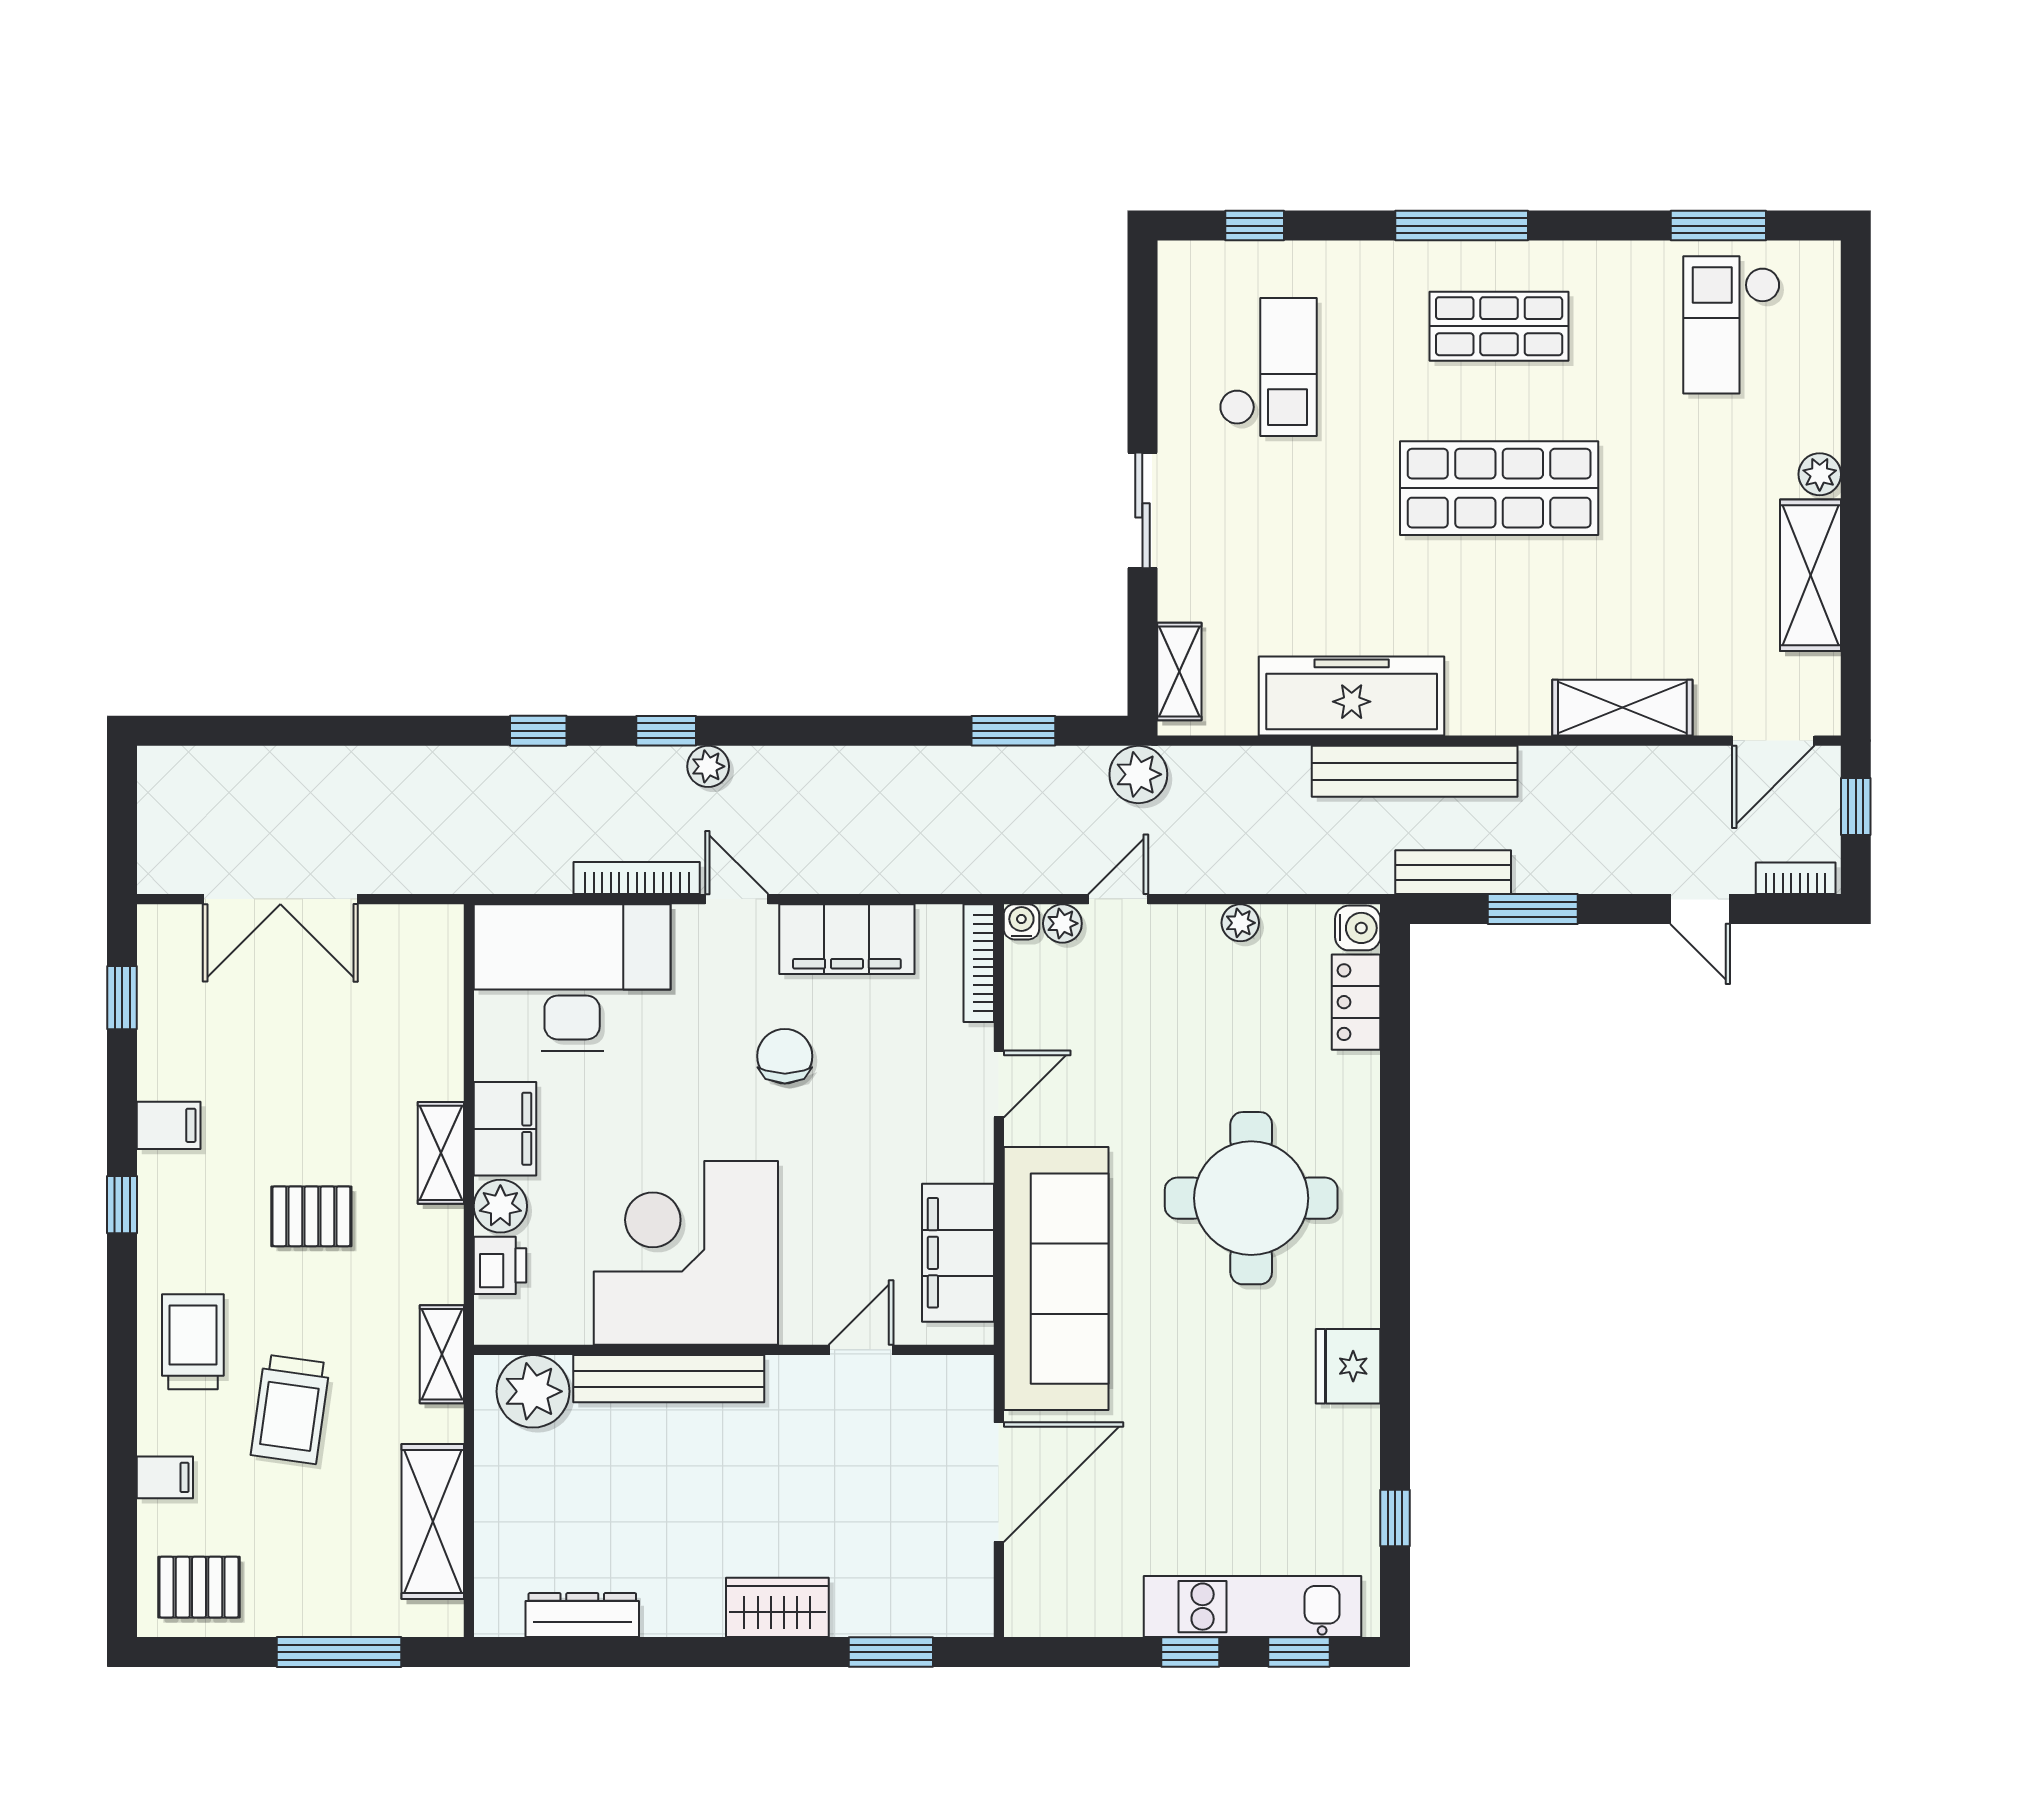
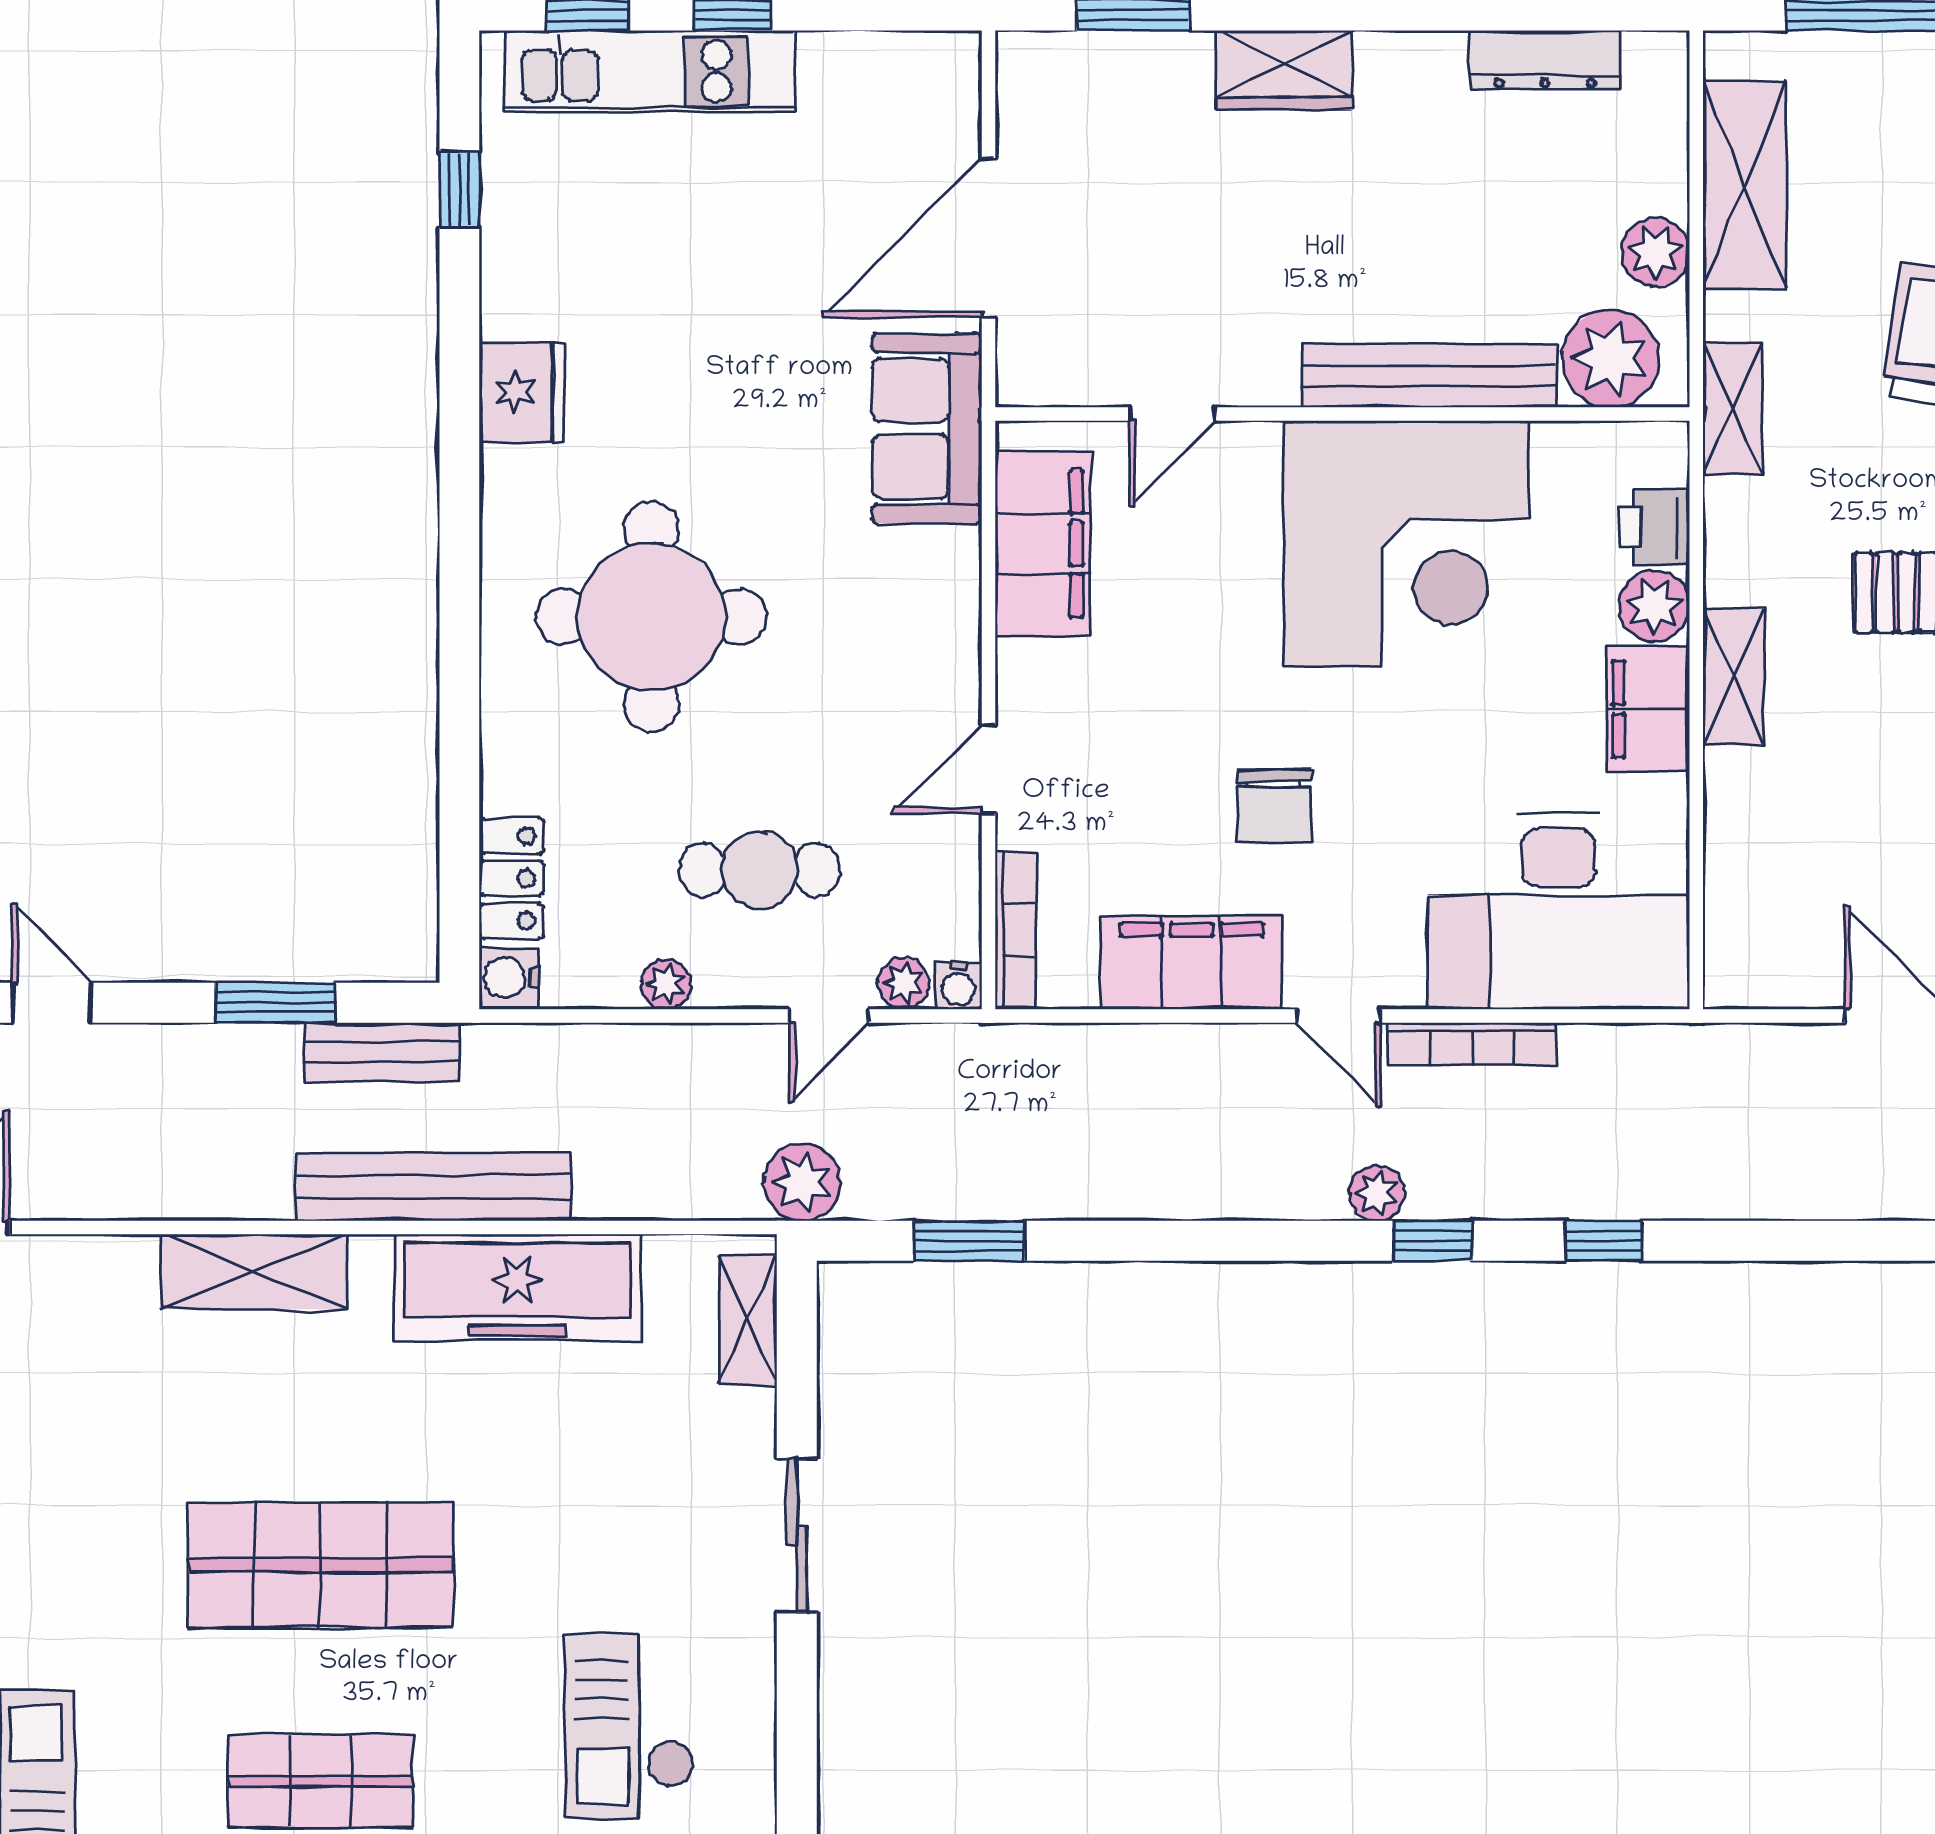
shelving: (1622, 708) -> (254, 1272), moved
cafe table: (1170, 1008) -> (760, 870), added
sofa: (1056, 1279) -> (927, 428), width x0.54, depth x0.79
plant: (499, 1471) -> (1655, 252), added

